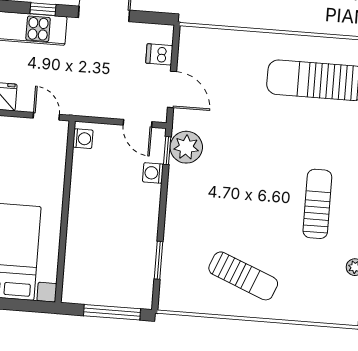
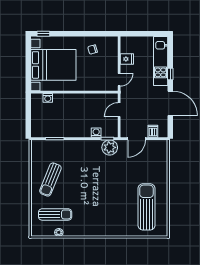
door: (138, 123) -> (119, 110), moved
washing machine: (83, 139) -> (48, 98), moved
sun lounger: (317, 204) -> (55, 214), moved
window: (112, 312) -> (28, 118), removed

